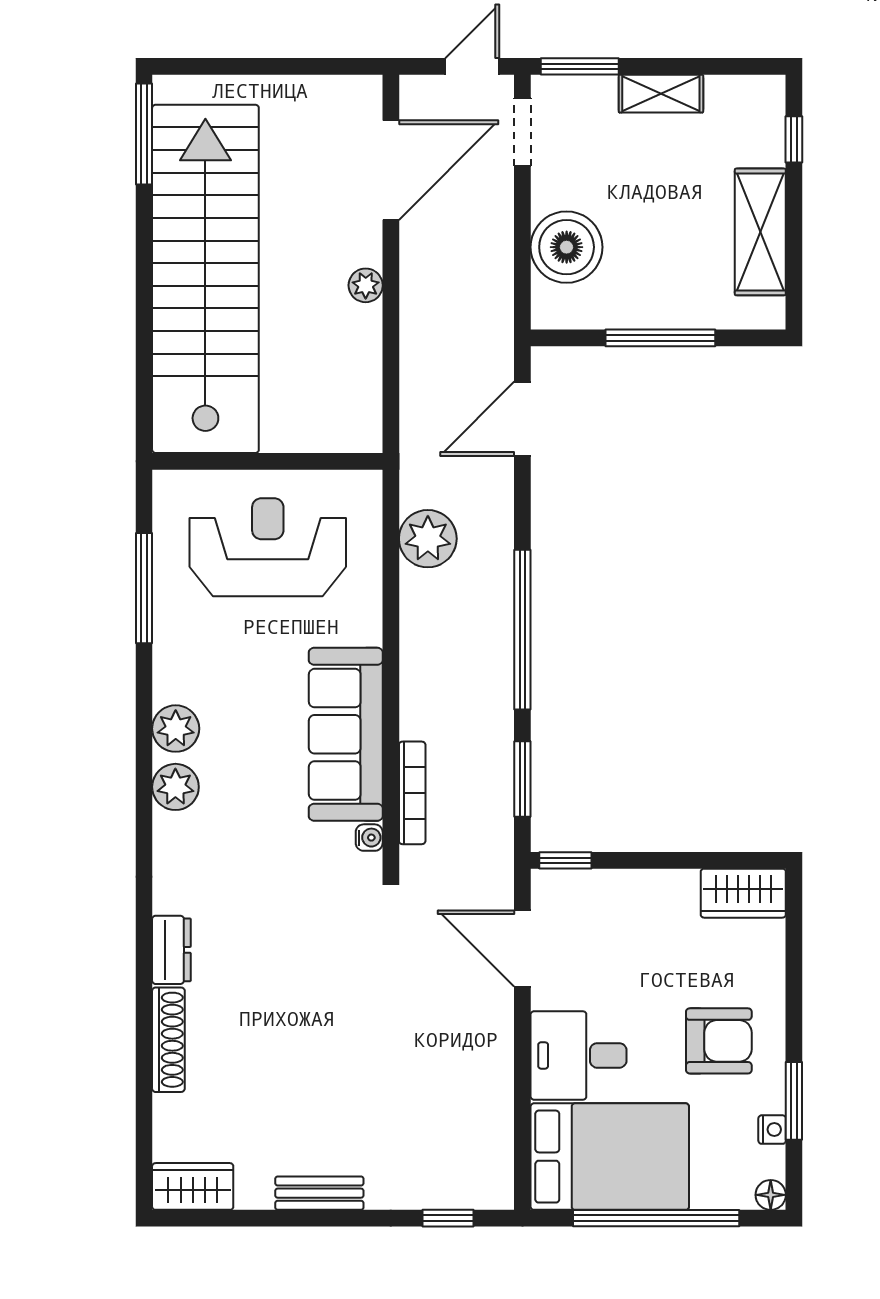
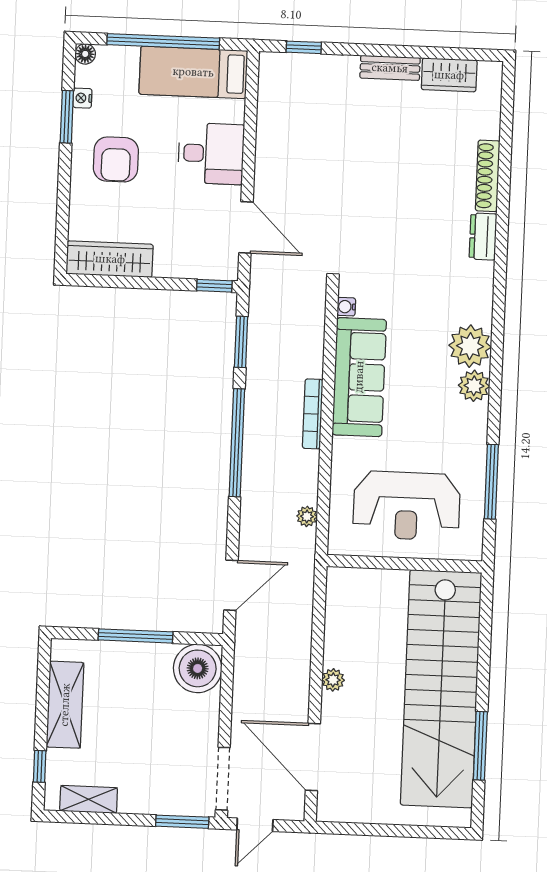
shelving: (661, 94) -> (89, 799), moved
doorway: (522, 132) -> (223, 779), width x1.38
window: (144, 134) -> (480, 746), moved
door: (391, 170) -> (313, 757), hinge flipped
boiler: (567, 247) -> (198, 668), moved
plant: (428, 539) -> (307, 516), width x0.53, depth x0.53
plant: (175, 787) -> (470, 346), width x1.36, depth x1.36
bookcase: (412, 793) -> (313, 414), moved
wardrobe: (743, 893) -> (110, 259), width x1.50
armchair: (719, 1041) -> (116, 159), turned -90
bed: (610, 1157) -> (193, 72), width x0.67
wardrobe: (193, 1186) -> (449, 75), moved

